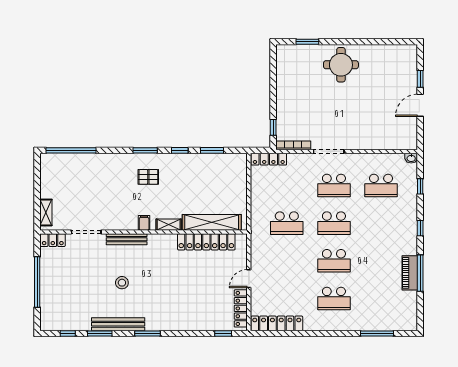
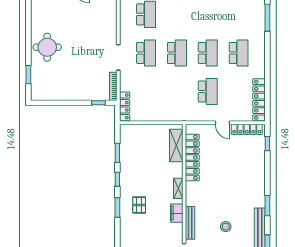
shelving: (212, 222) -> (176, 145), width x0.68
filing cabinet: (144, 223) -> (177, 213), width x2.00
school desk: (287, 223) -> (208, 92), moved

